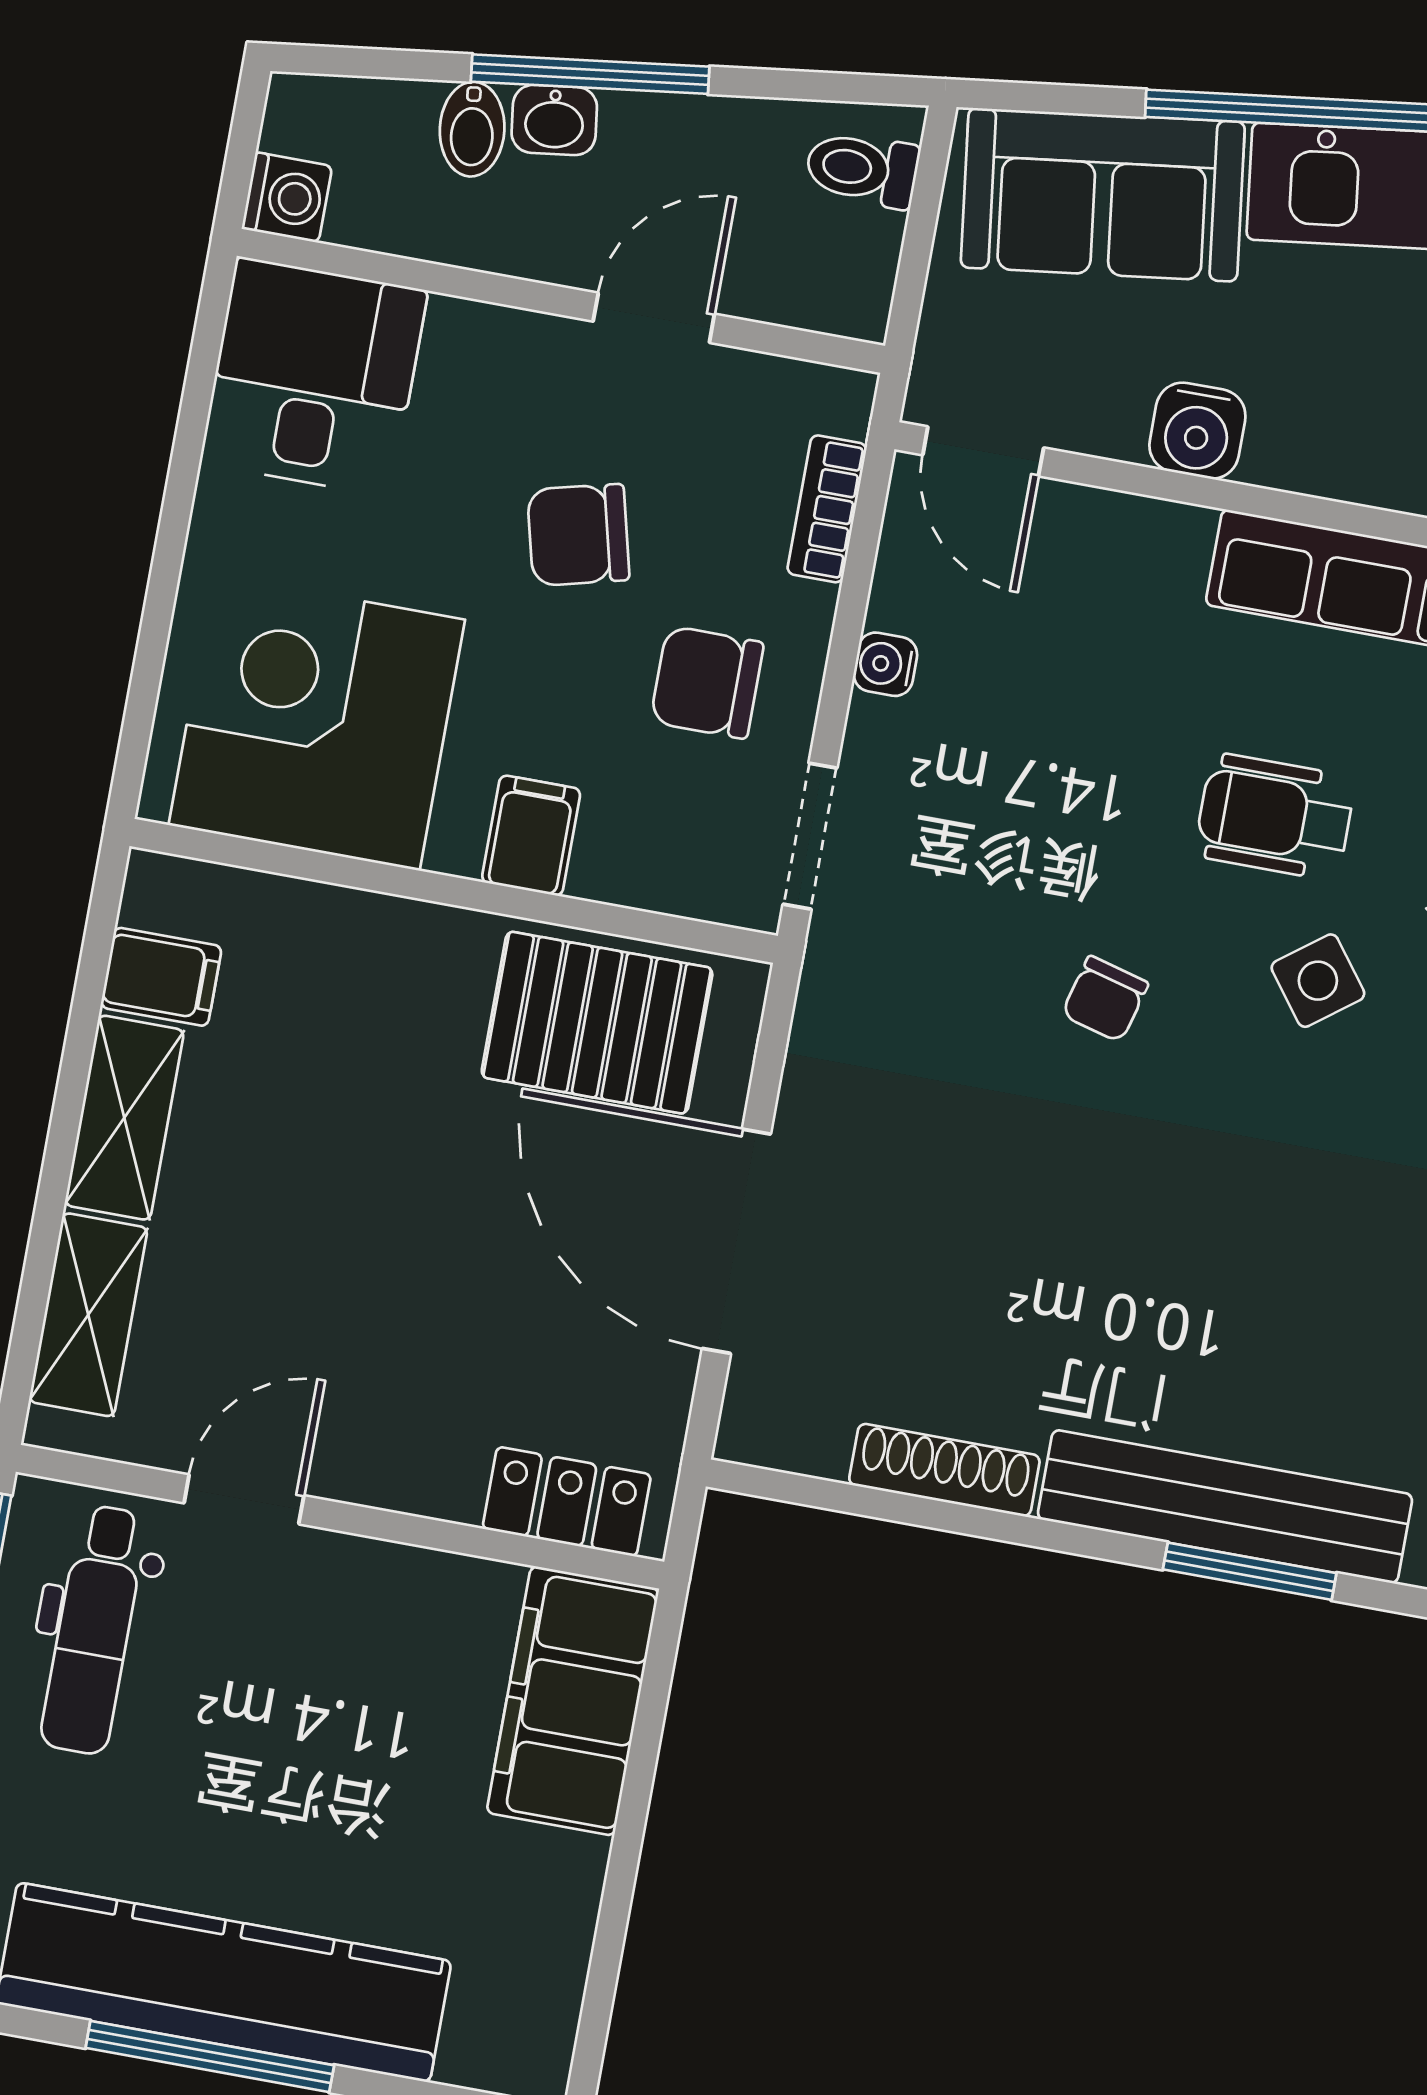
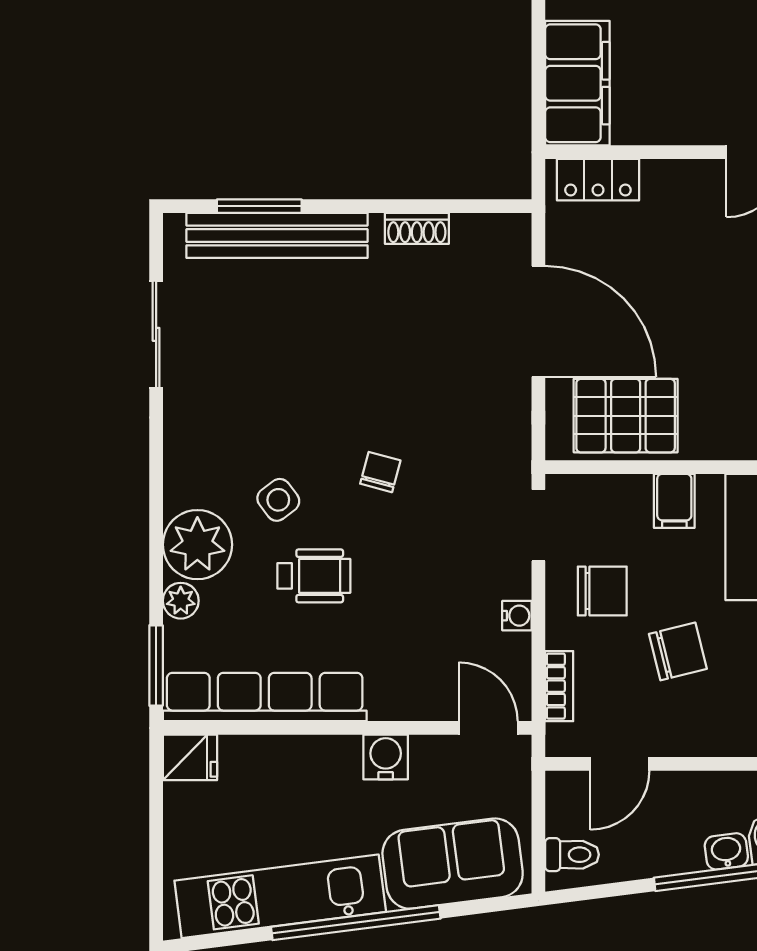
door: (654, 318) -> (620, 764), moved
shoe rack: (944, 1470) -> (417, 228), width x0.70

